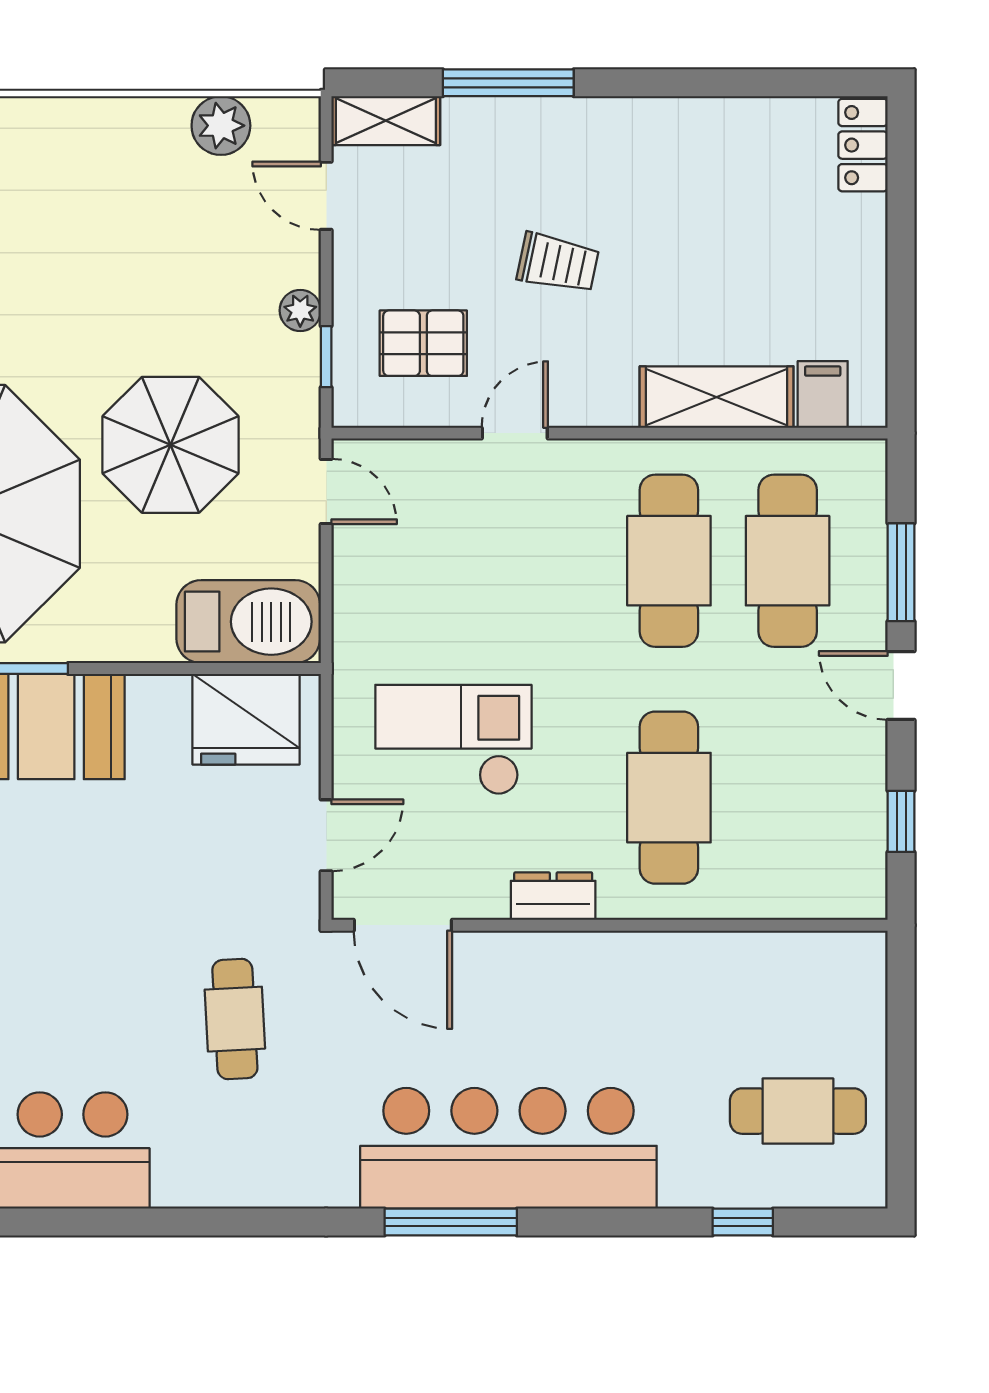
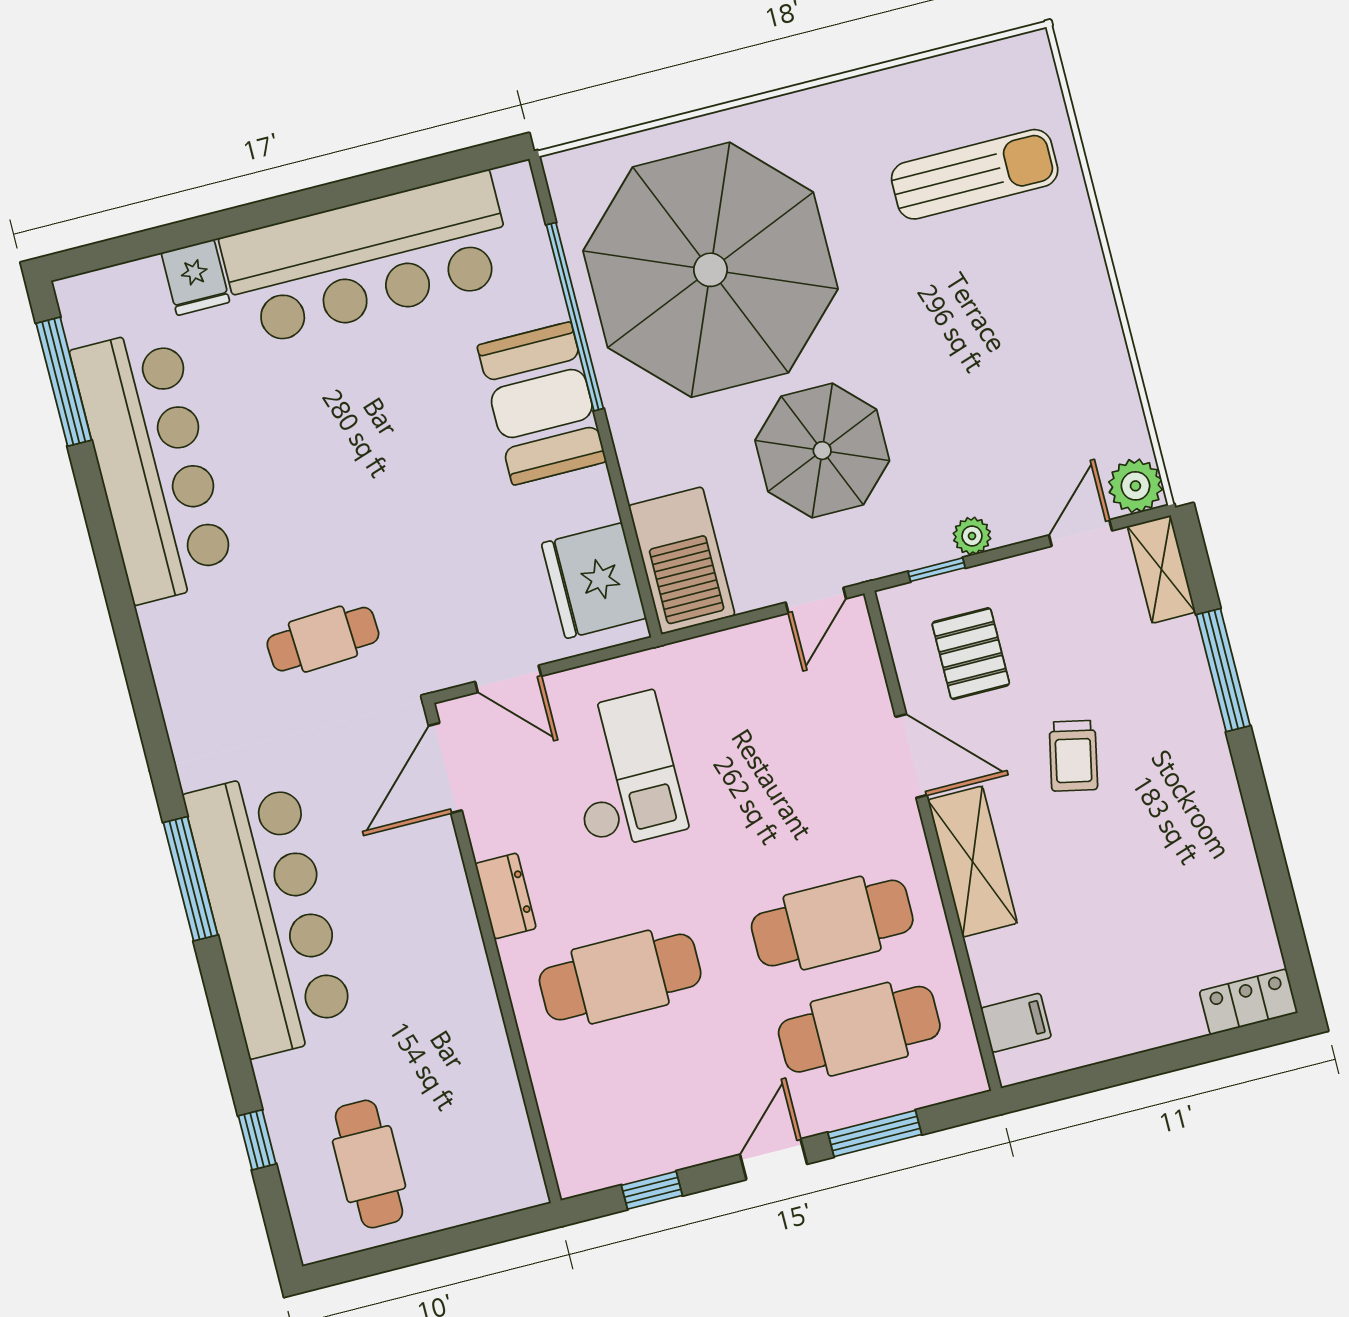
plant: (221, 126) -> (1135, 486), moved
shelving: (717, 397) -> (972, 862), moved
door: (515, 433) -> (911, 756), width x1.38

